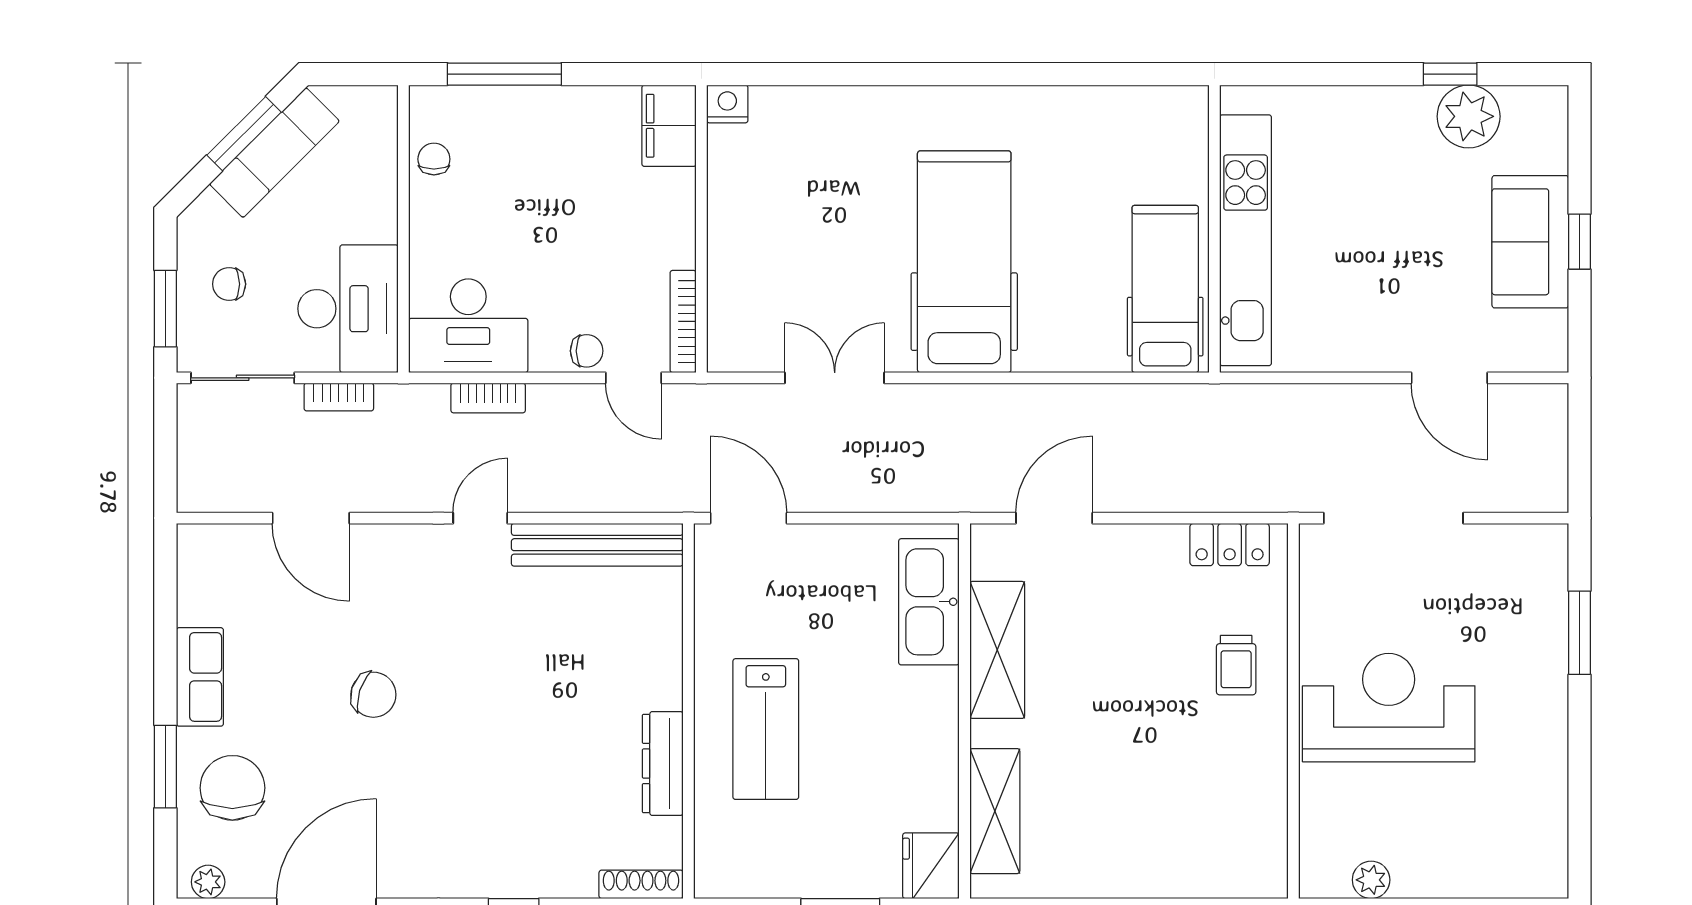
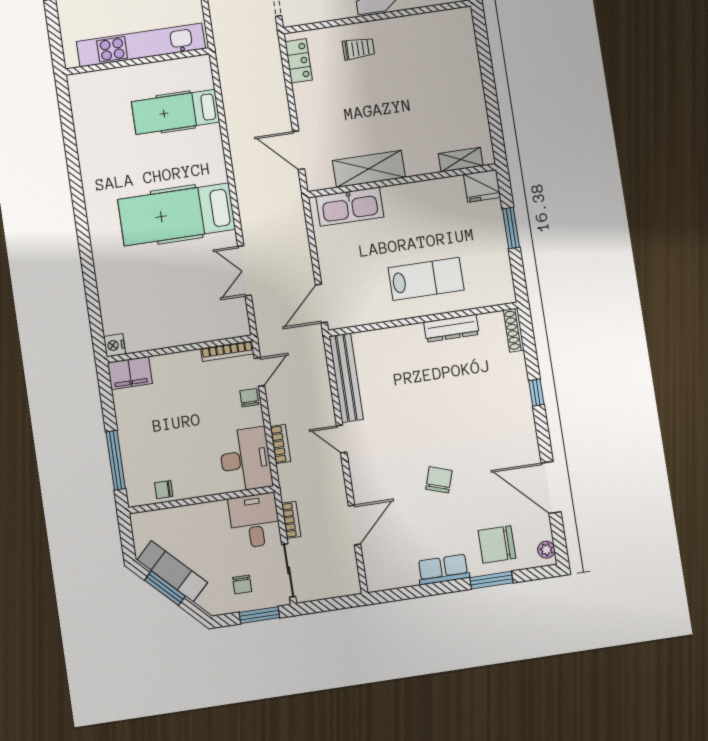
wall: (1214, 229) -> (137, 61), moved
kitchen unit: (1246, 240) -> (141, 45), moved
desk: (348, 309) -> (255, 521), width x0.73
shelving: (995, 811) -> (461, 160), width x0.67, depth x0.75

